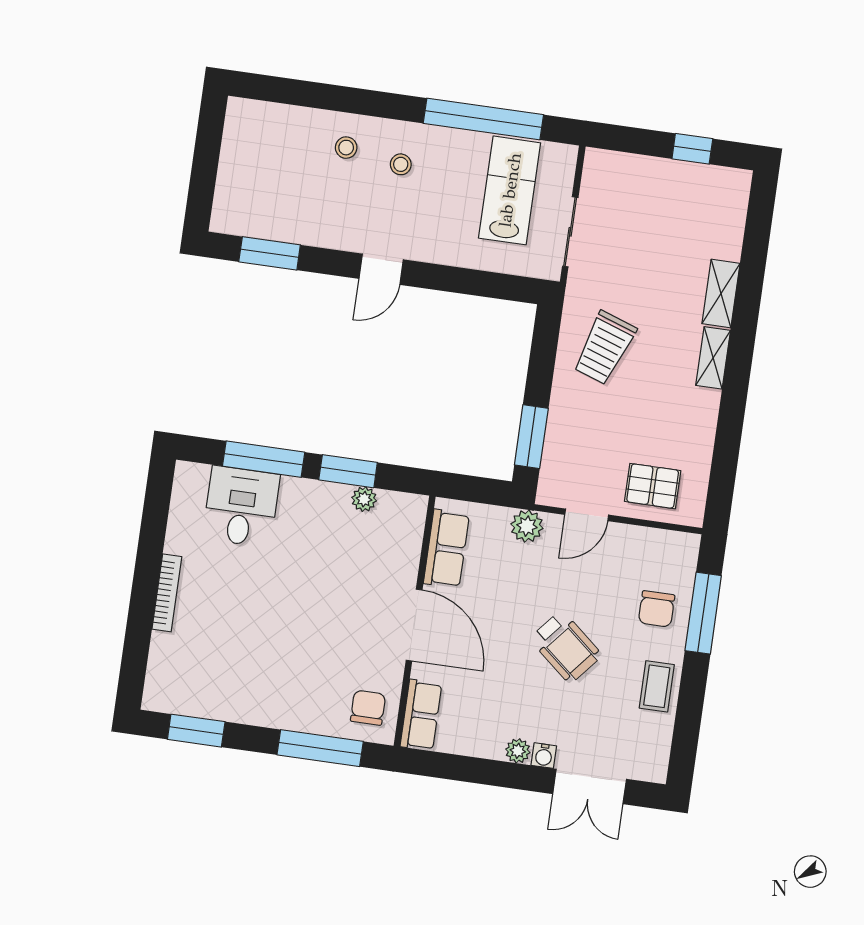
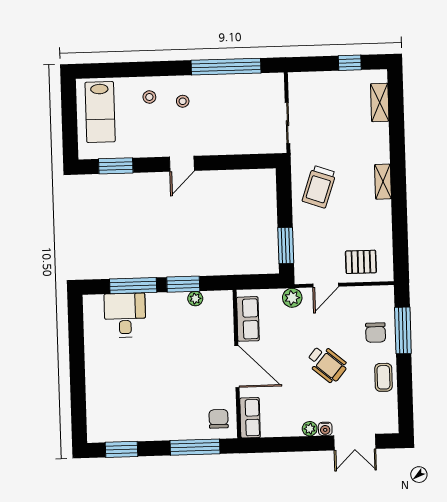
lab bench: (510, 190) -> (100, 112), moved, turned 180
shelving: (721, 293) -> (380, 102), moved
bookcase: (167, 593) -> (91, 373), removed

